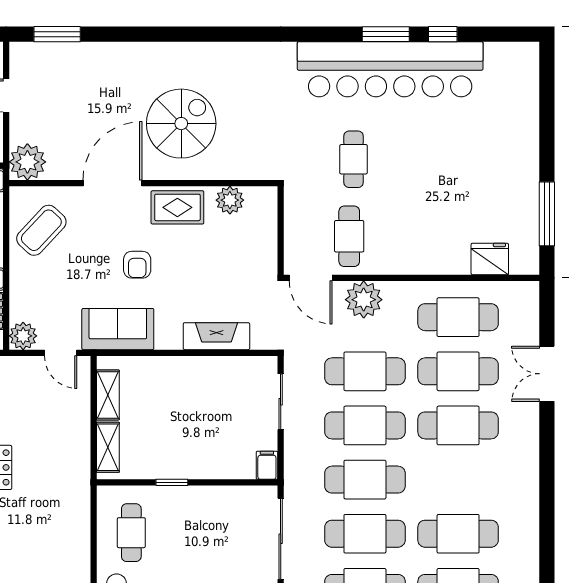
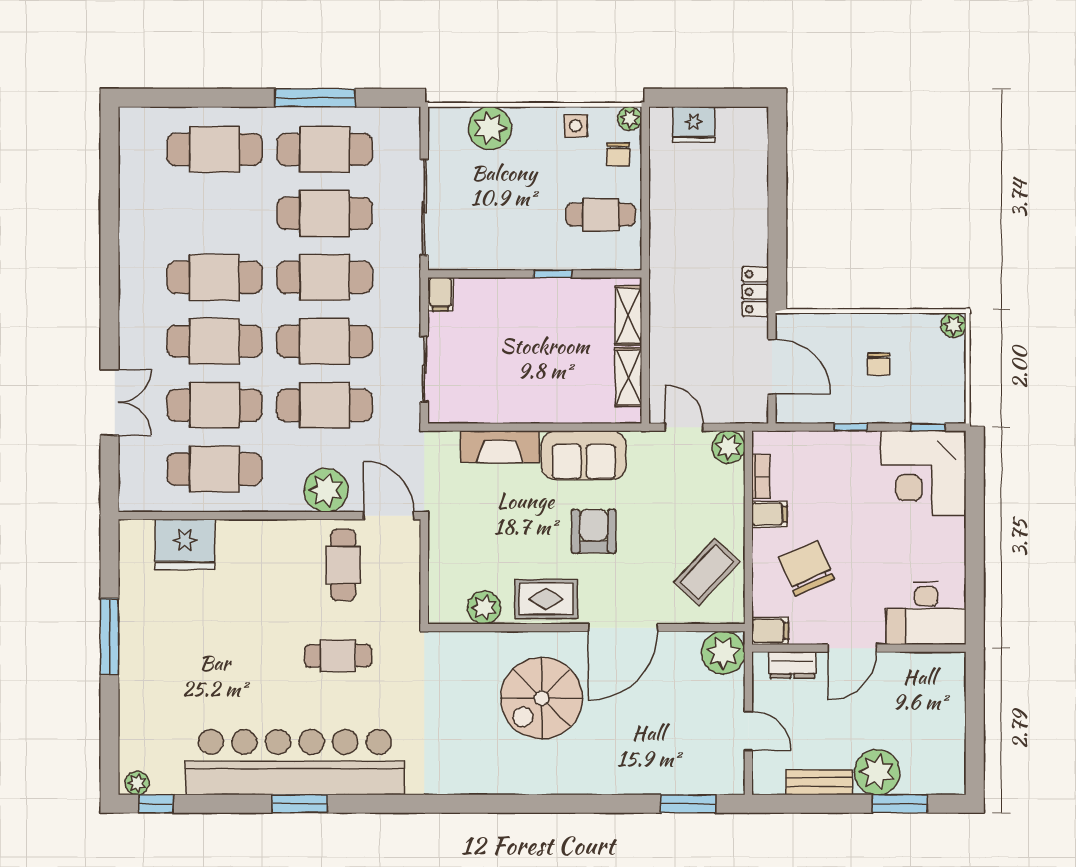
window: (443, 34) -> (156, 804), moved
plant: (524, 52) -> (137, 783), added
cafe table: (354, 159) -> (338, 656), turned 90
window: (547, 214) -> (109, 636), moved
fridge: (490, 259) -> (185, 544), width x1.36, depth x1.34
armchair: (137, 265) -> (594, 531), width x1.38, depth x1.38
sofa: (118, 329) -> (584, 455), moved
cafe table: (131, 533) -> (601, 215), turned 90
cafe table: (458, 534) -> (214, 277), moved

